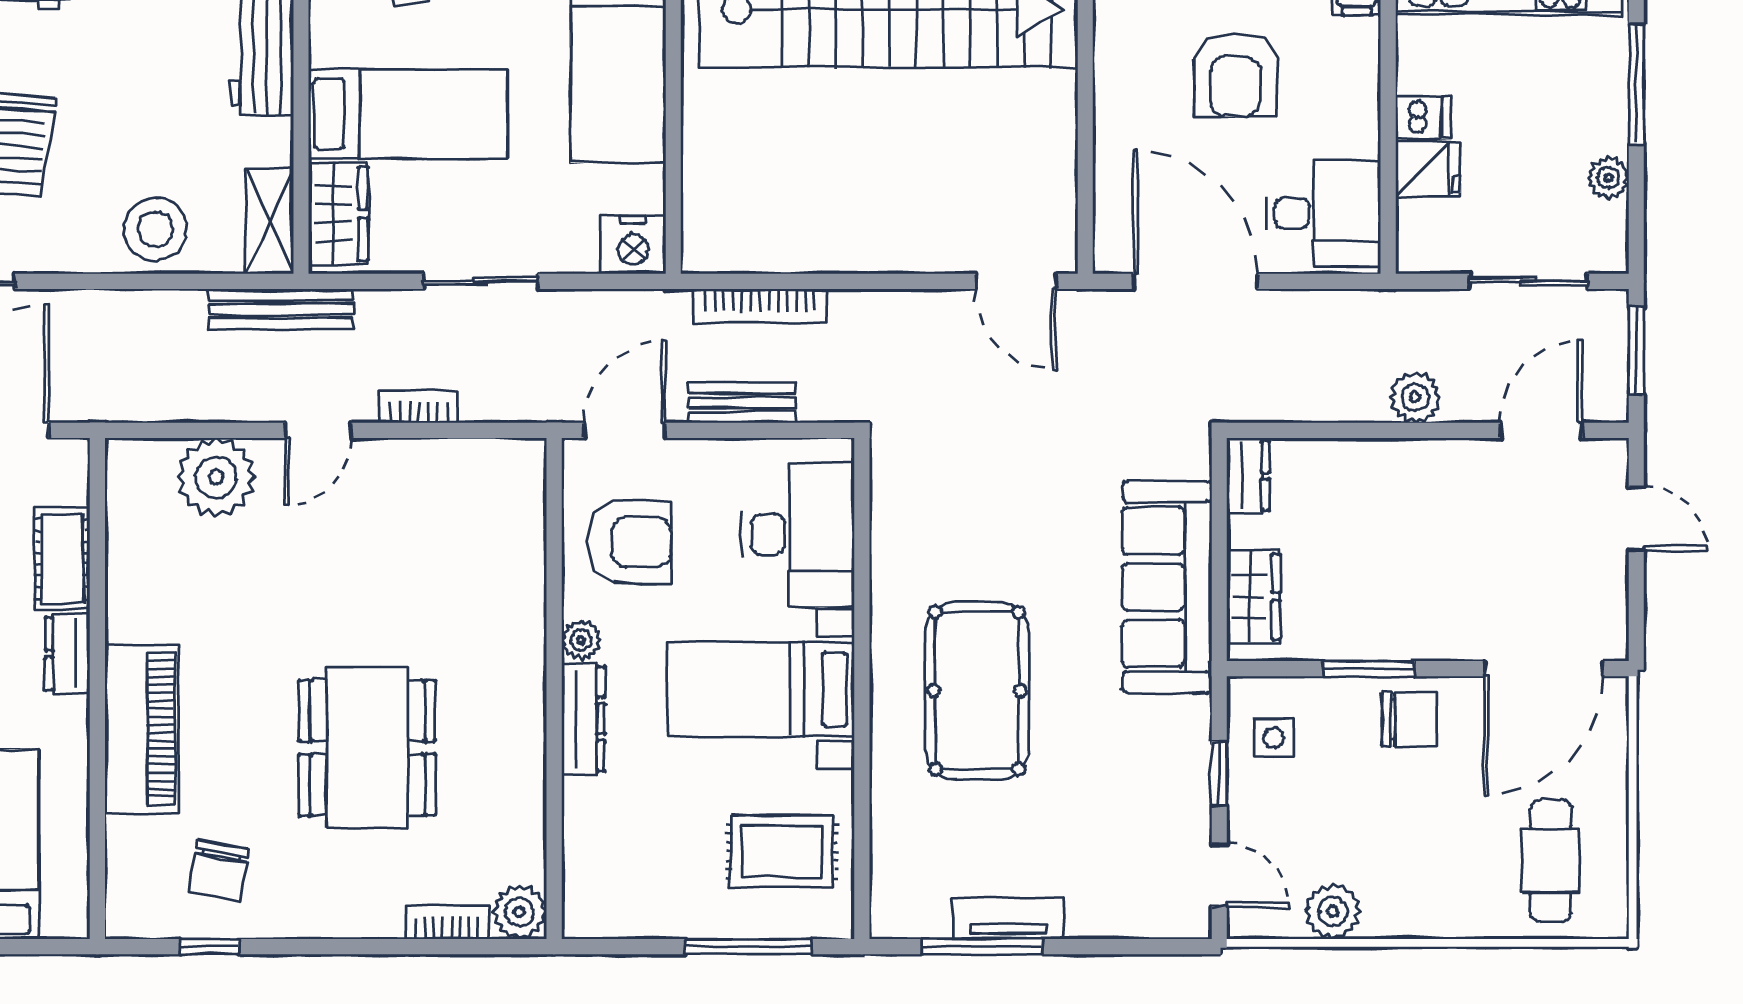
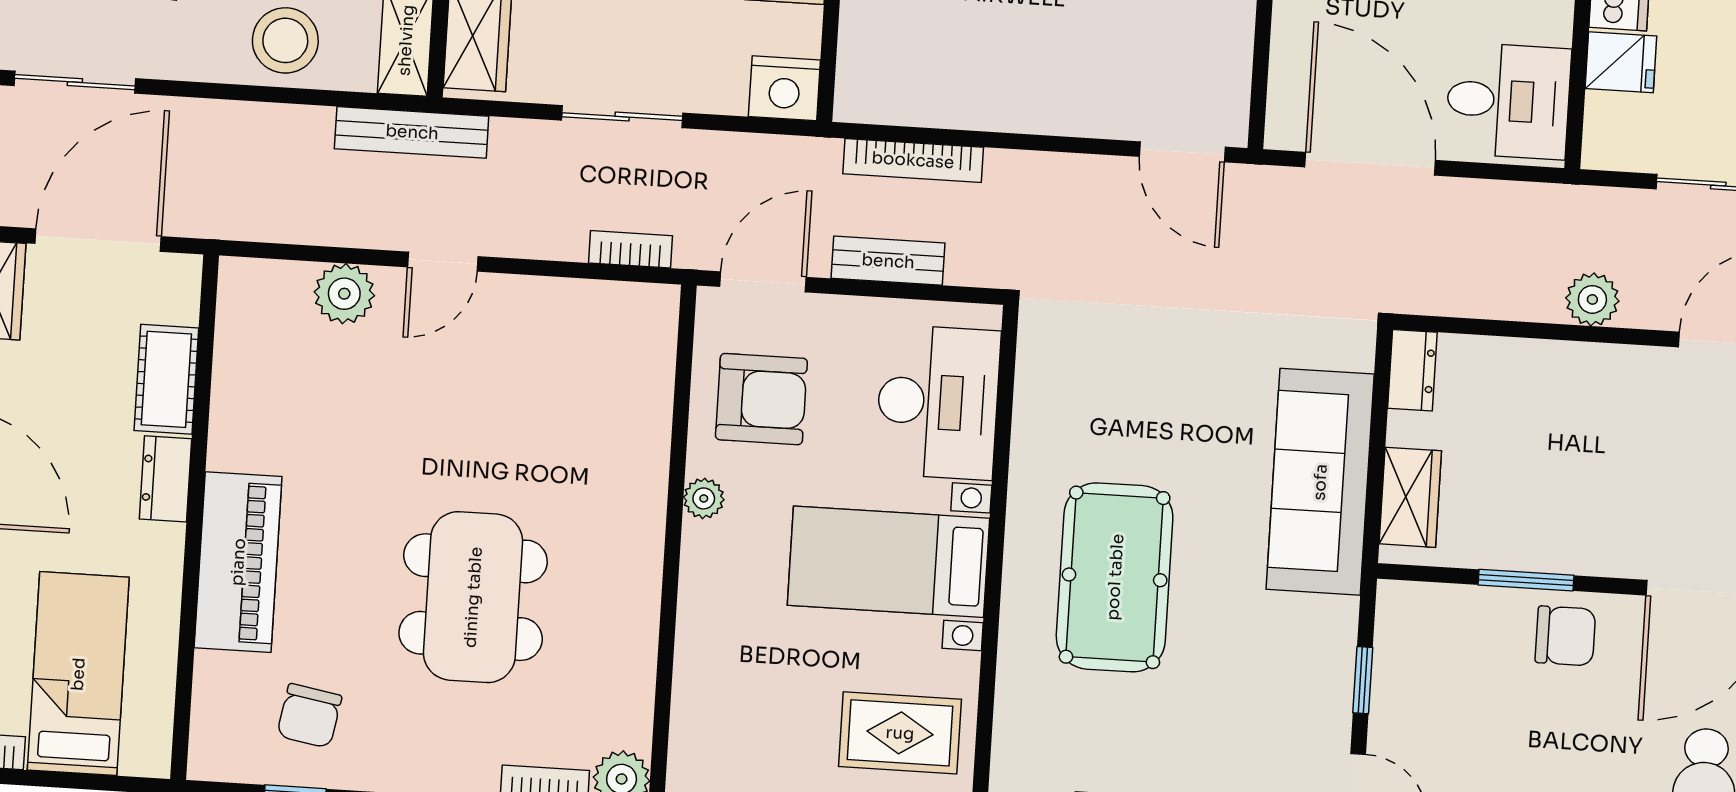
bookcase: (419, 407) -> (631, 249), moved
plant: (216, 477) -> (344, 294), width x0.73, depth x0.73
dresser: (583, 719) -> (701, 581), removed
side table: (1274, 738) -> (1422, 646), removed

